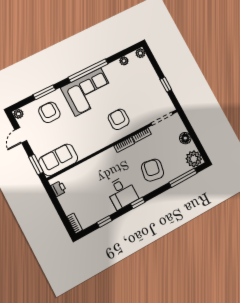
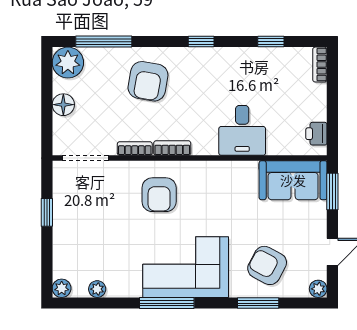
window: (88, 71) -> (167, 303), width x0.68
armchair: (49, 112) -> (267, 265), turned 118
desk: (122, 193) -> (242, 130), moved, turned 180

